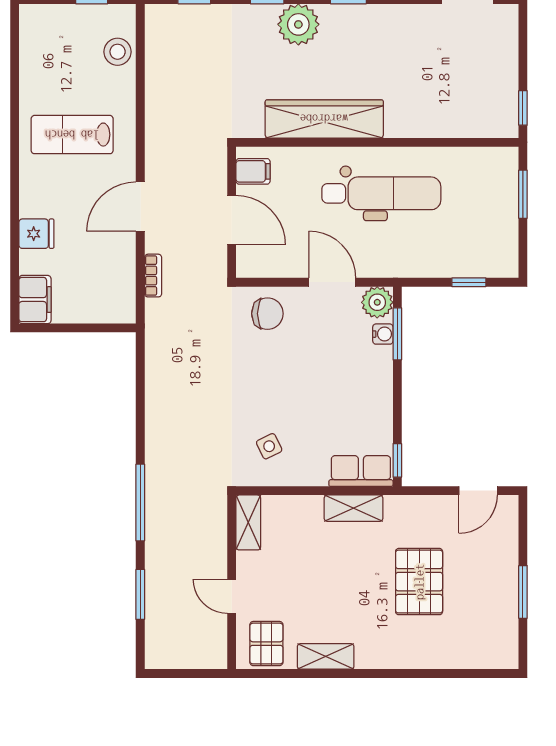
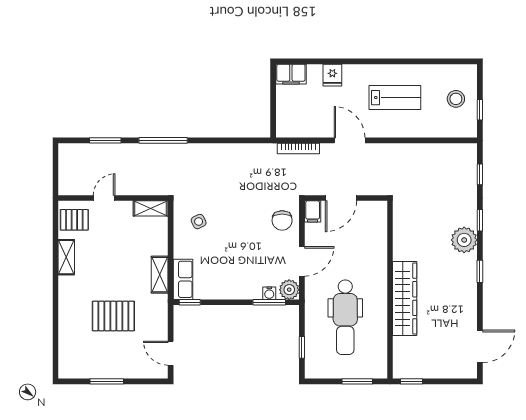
stool: (118, 52) -> (456, 99), moved
wardrobe: (324, 119) -> (405, 299), moved
lab bench: (72, 135) -> (395, 98), turned 90
filing cabinet: (253, 171) -> (313, 211), moved
dental chair: (381, 193) -> (345, 317), moved
bookcase: (153, 276) -> (298, 149), width x1.56

